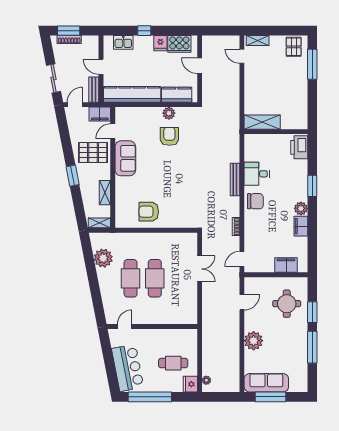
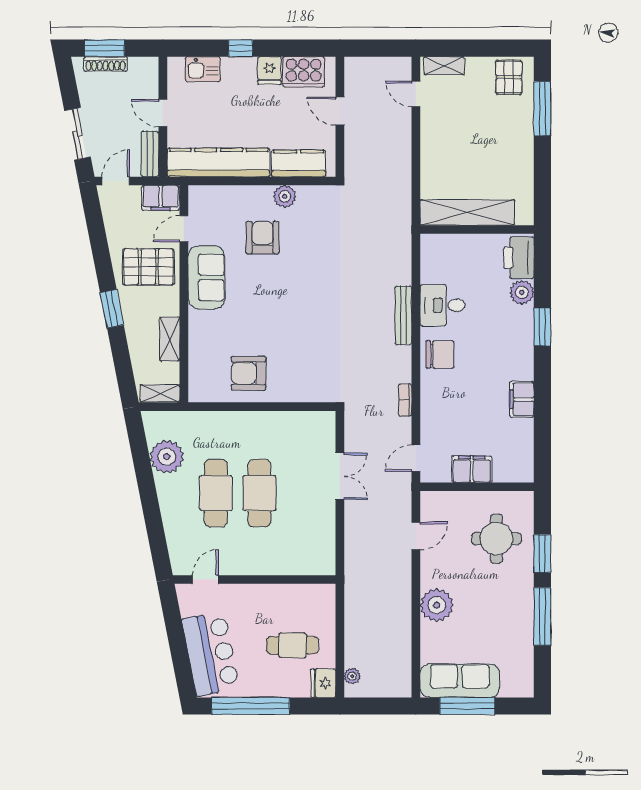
shelving: (262, 122) -> (467, 212), width x1.47
armchair: (169, 136) -> (263, 238), moved
plant: (301, 208) -> (522, 292), moved
filing cabinet: (286, 265) -> (472, 469), moved

